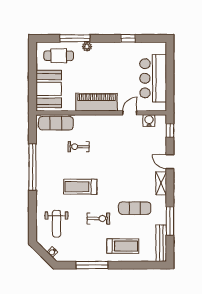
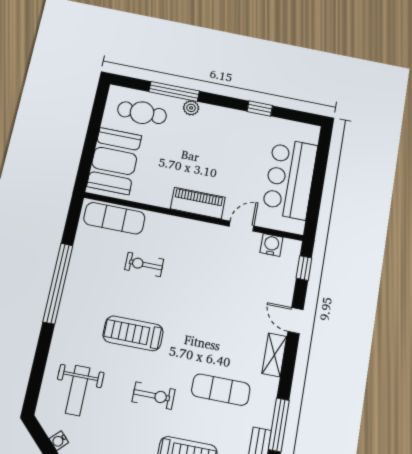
piano: (96, 102) -> (198, 203), width x0.73, depth x0.75

